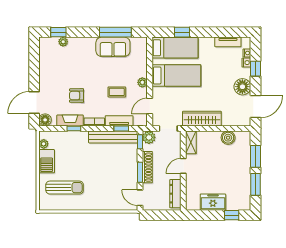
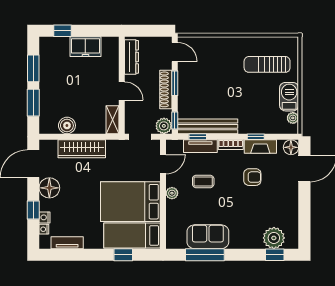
plant: (63, 42) -> (274, 238), width x1.87, depth x1.87
bed: (176, 75) -> (130, 202), width x1.50
wardrobe: (202, 119) -> (82, 149), moved
door: (183, 166) -> (122, 91), hinge flipped

